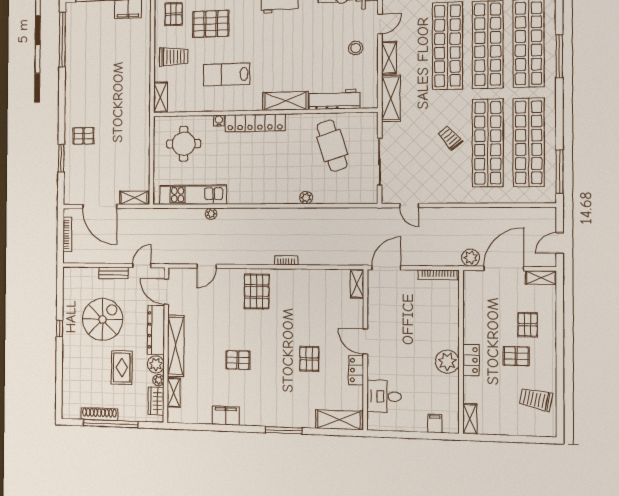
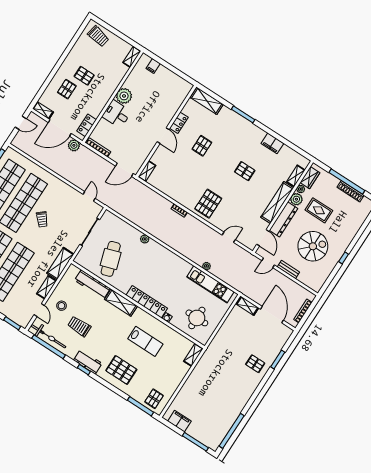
pallet: (211, 24) -> (121, 370), moved
door: (380, 24) -> (39, 310), swing flipped
trolley: (174, 57) -> (79, 326), moved
spiral stairs: (103, 319) -> (313, 246), turned 180
locker: (471, 360) -> (87, 125), moved
rug: (122, 368) -> (319, 210), turned 90
desk: (384, 396) -> (117, 114), moved, turned 180
trolley: (536, 399) -> (98, 36), moved

